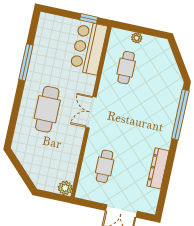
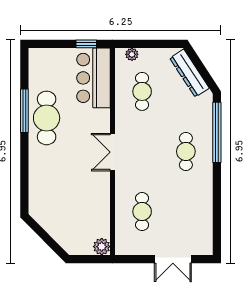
plant: (137, 38) -> (132, 54), moved
cafe table: (47, 109) -> (47, 118), moved
cafe table: (151, 125) -> (186, 151), added
dresser: (158, 168) -> (189, 73), moved, turned -33

